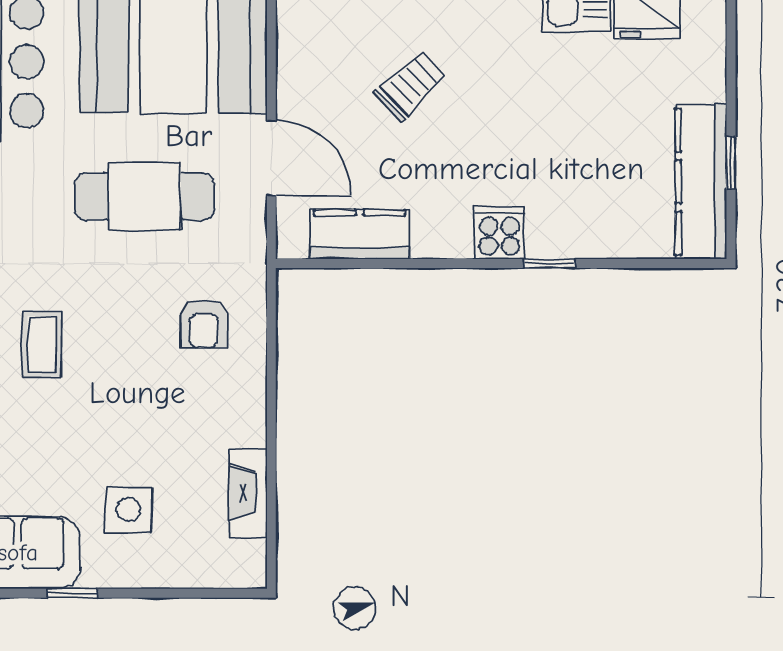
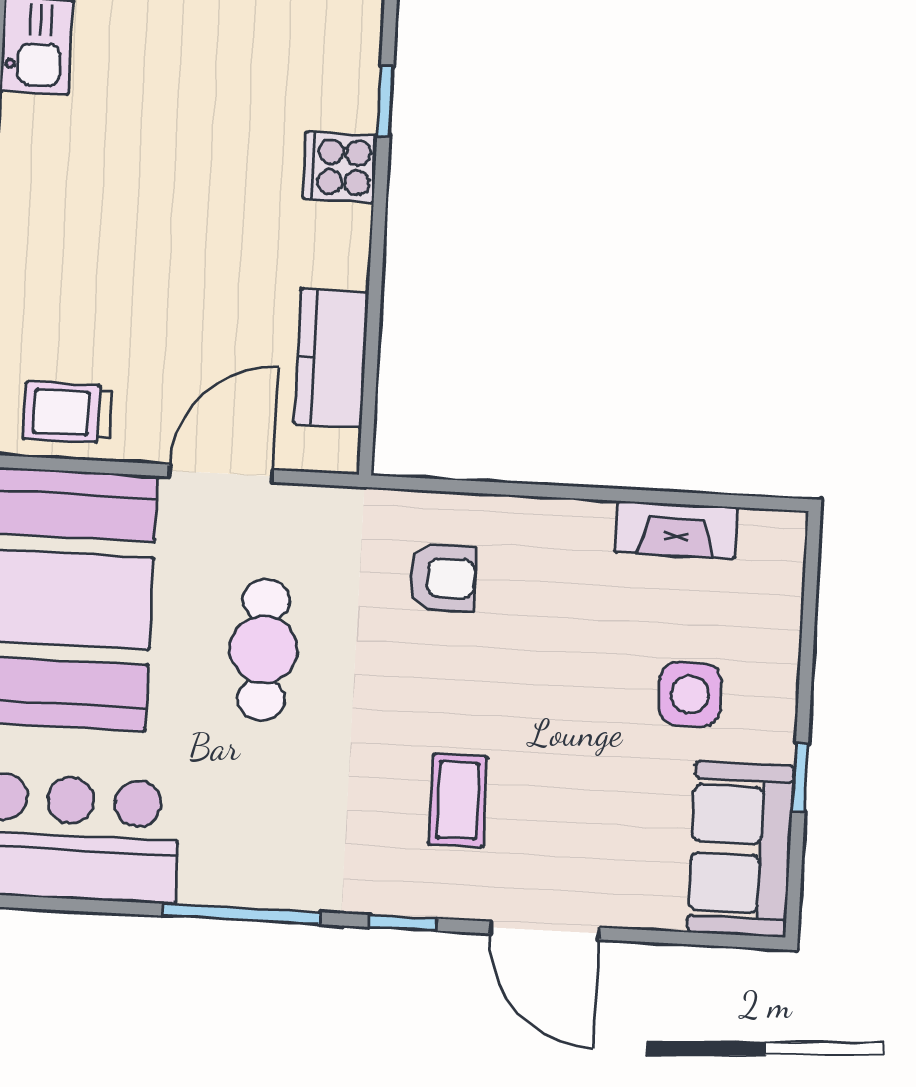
trolley: (410, 85) -> (68, 413), moved, turned -46
cafe table: (144, 196) -> (264, 650), width x0.73, depth x0.74
coffee table: (42, 344) -> (458, 800), turned 90

